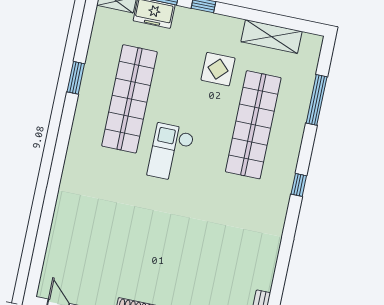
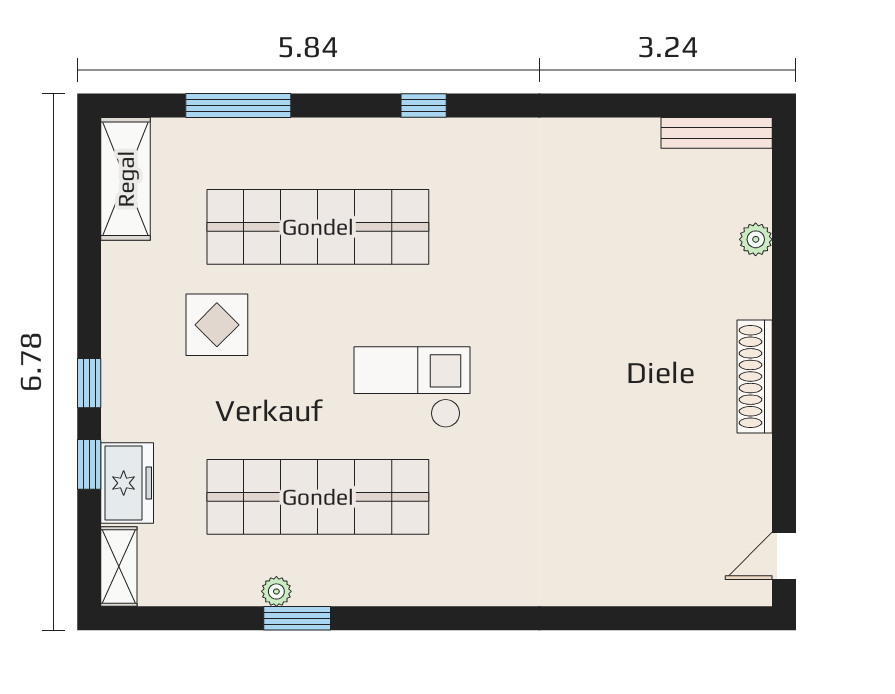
shelving: (271, 37) -> (126, 179), moved
plant: (90, 71) -> (276, 591), added
checkout: (171, 153) -> (412, 387), turned 180

